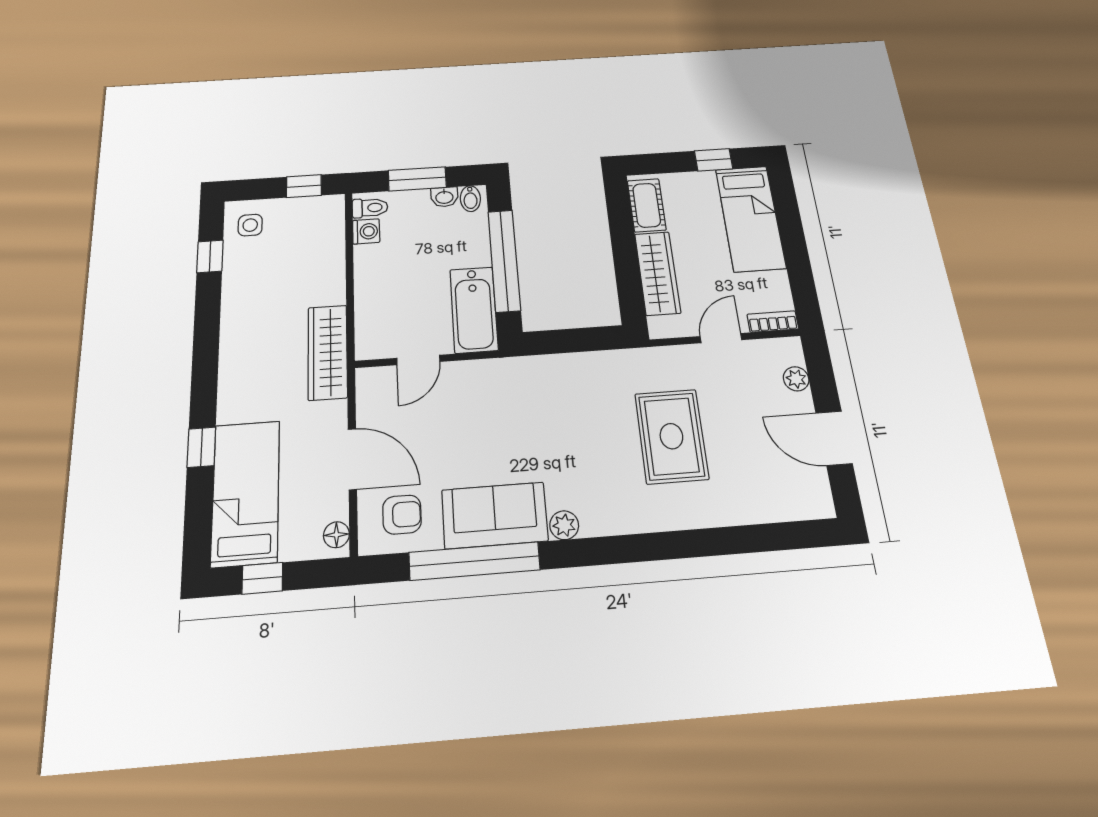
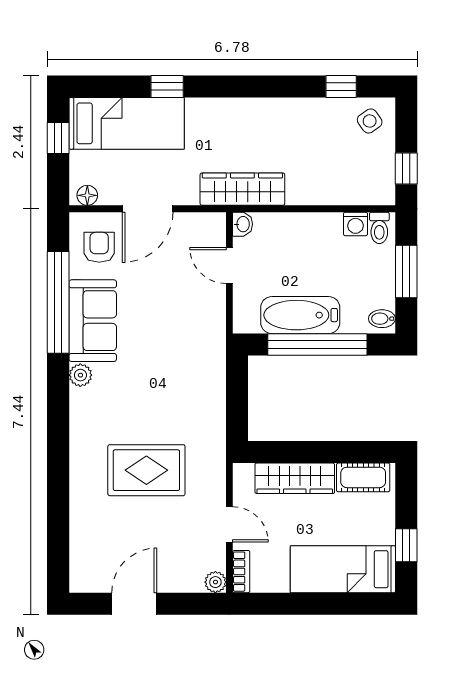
washbasin: (444, 197) -> (243, 224), moved, turned 180
side table: (250, 225) -> (370, 121), turned -35
bathtub: (474, 310) -> (300, 315), moved
plant: (796, 379) -> (215, 582), moved
armchair: (402, 515) -> (99, 247), turned 180

